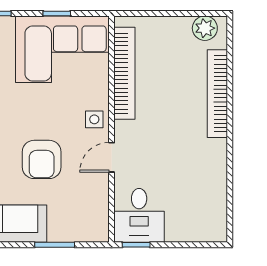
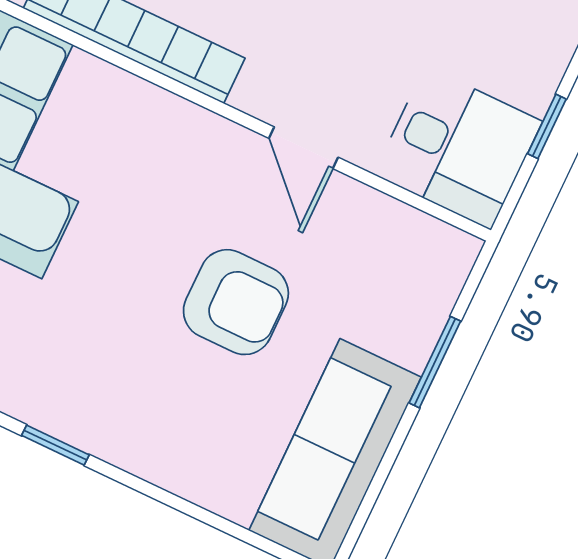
side table: (94, 119) -> (203, 146), removed
window: (136, 245) -> (547, 126), moved

